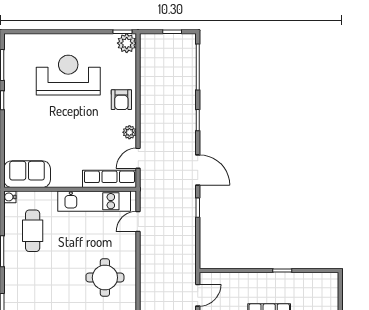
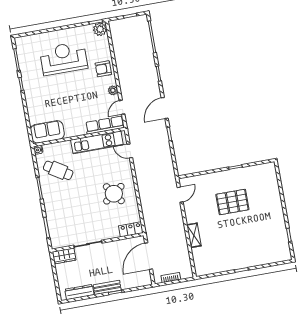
armchair: (121, 100) -> (103, 69), turned 90
door: (198, 170) -> (165, 108), swing flipped
door: (138, 222) -> (130, 151), hinge flipped
cafe table: (33, 231) -> (58, 170), turned -58
round table: (105, 278) -> (114, 194), turned -36

